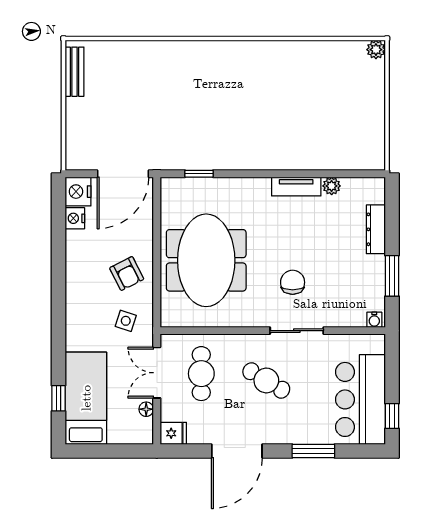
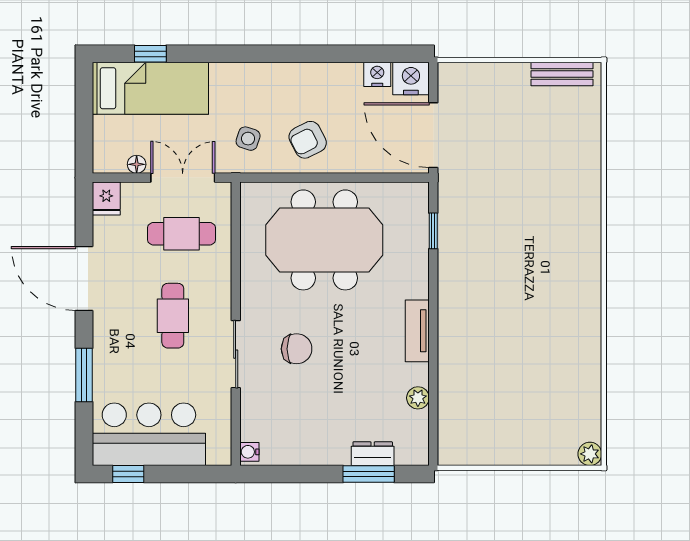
tv unit: (296, 187) -> (417, 331), moved
dresser: (376, 229) -> (373, 454), width x0.70
window: (392, 276) -> (369, 474), moved
cafe table: (266, 380) -> (173, 316), turned -31

